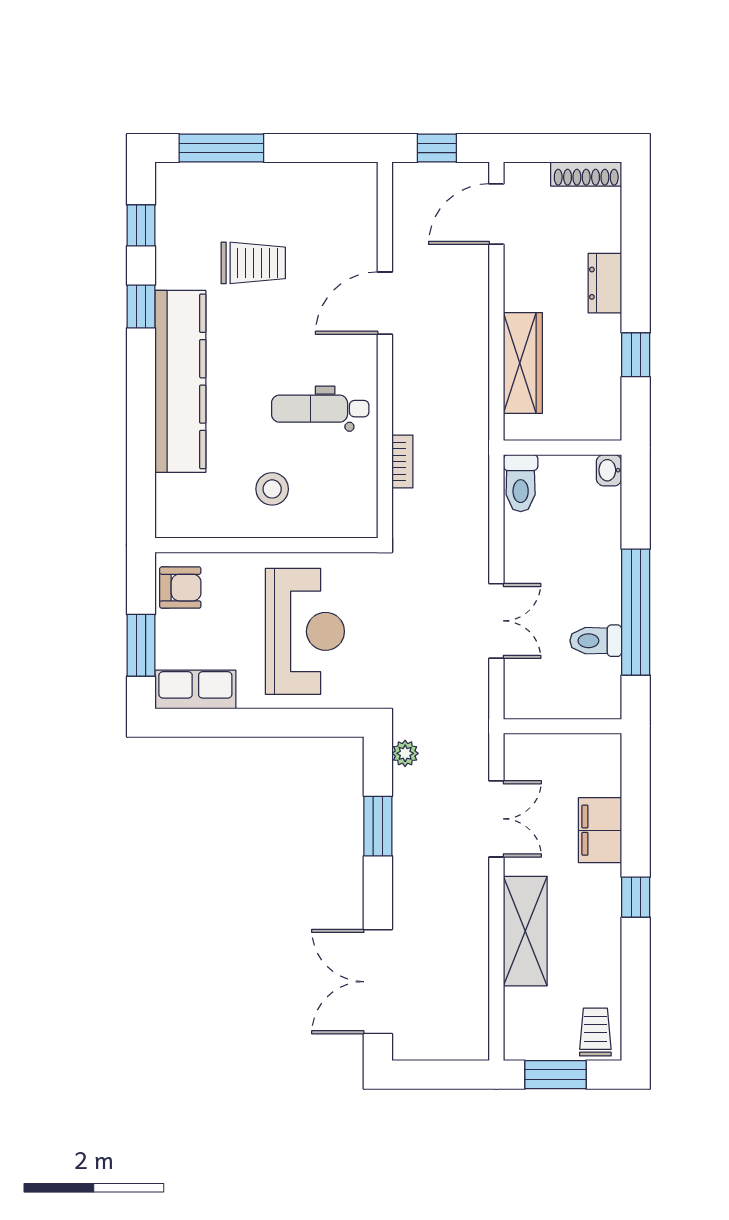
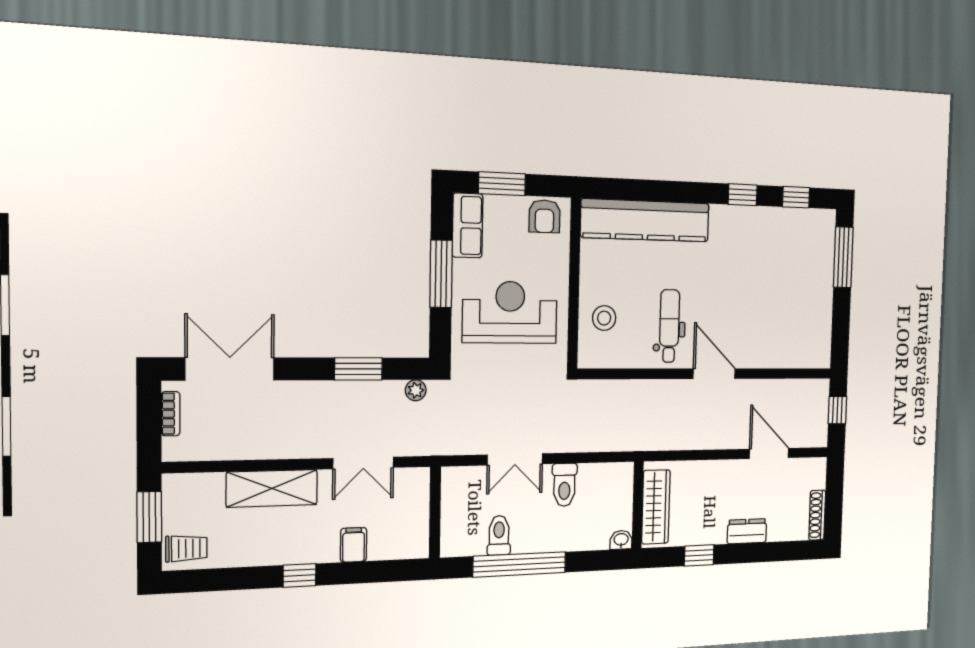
door: (496, 214) -> (769, 453), moved
trolley: (253, 263) -> (769, 278), removed
door: (385, 303) -> (714, 374), moved
wardrobe: (523, 363) -> (656, 507), moved, turned -90
kitchen counter: (180, 381) -> (645, 220), moved
bookcase: (402, 462) -> (171, 414), moved, turned -90
toilet: (521, 483) -> (564, 485), moved, turned -90
stool: (272, 489) -> (604, 318), moved
reception desk: (305, 631) -> (510, 312), turned 180
window: (257, 723) -> (441, 274), added
filing cabinet: (600, 830) -> (354, 545), width x0.50

